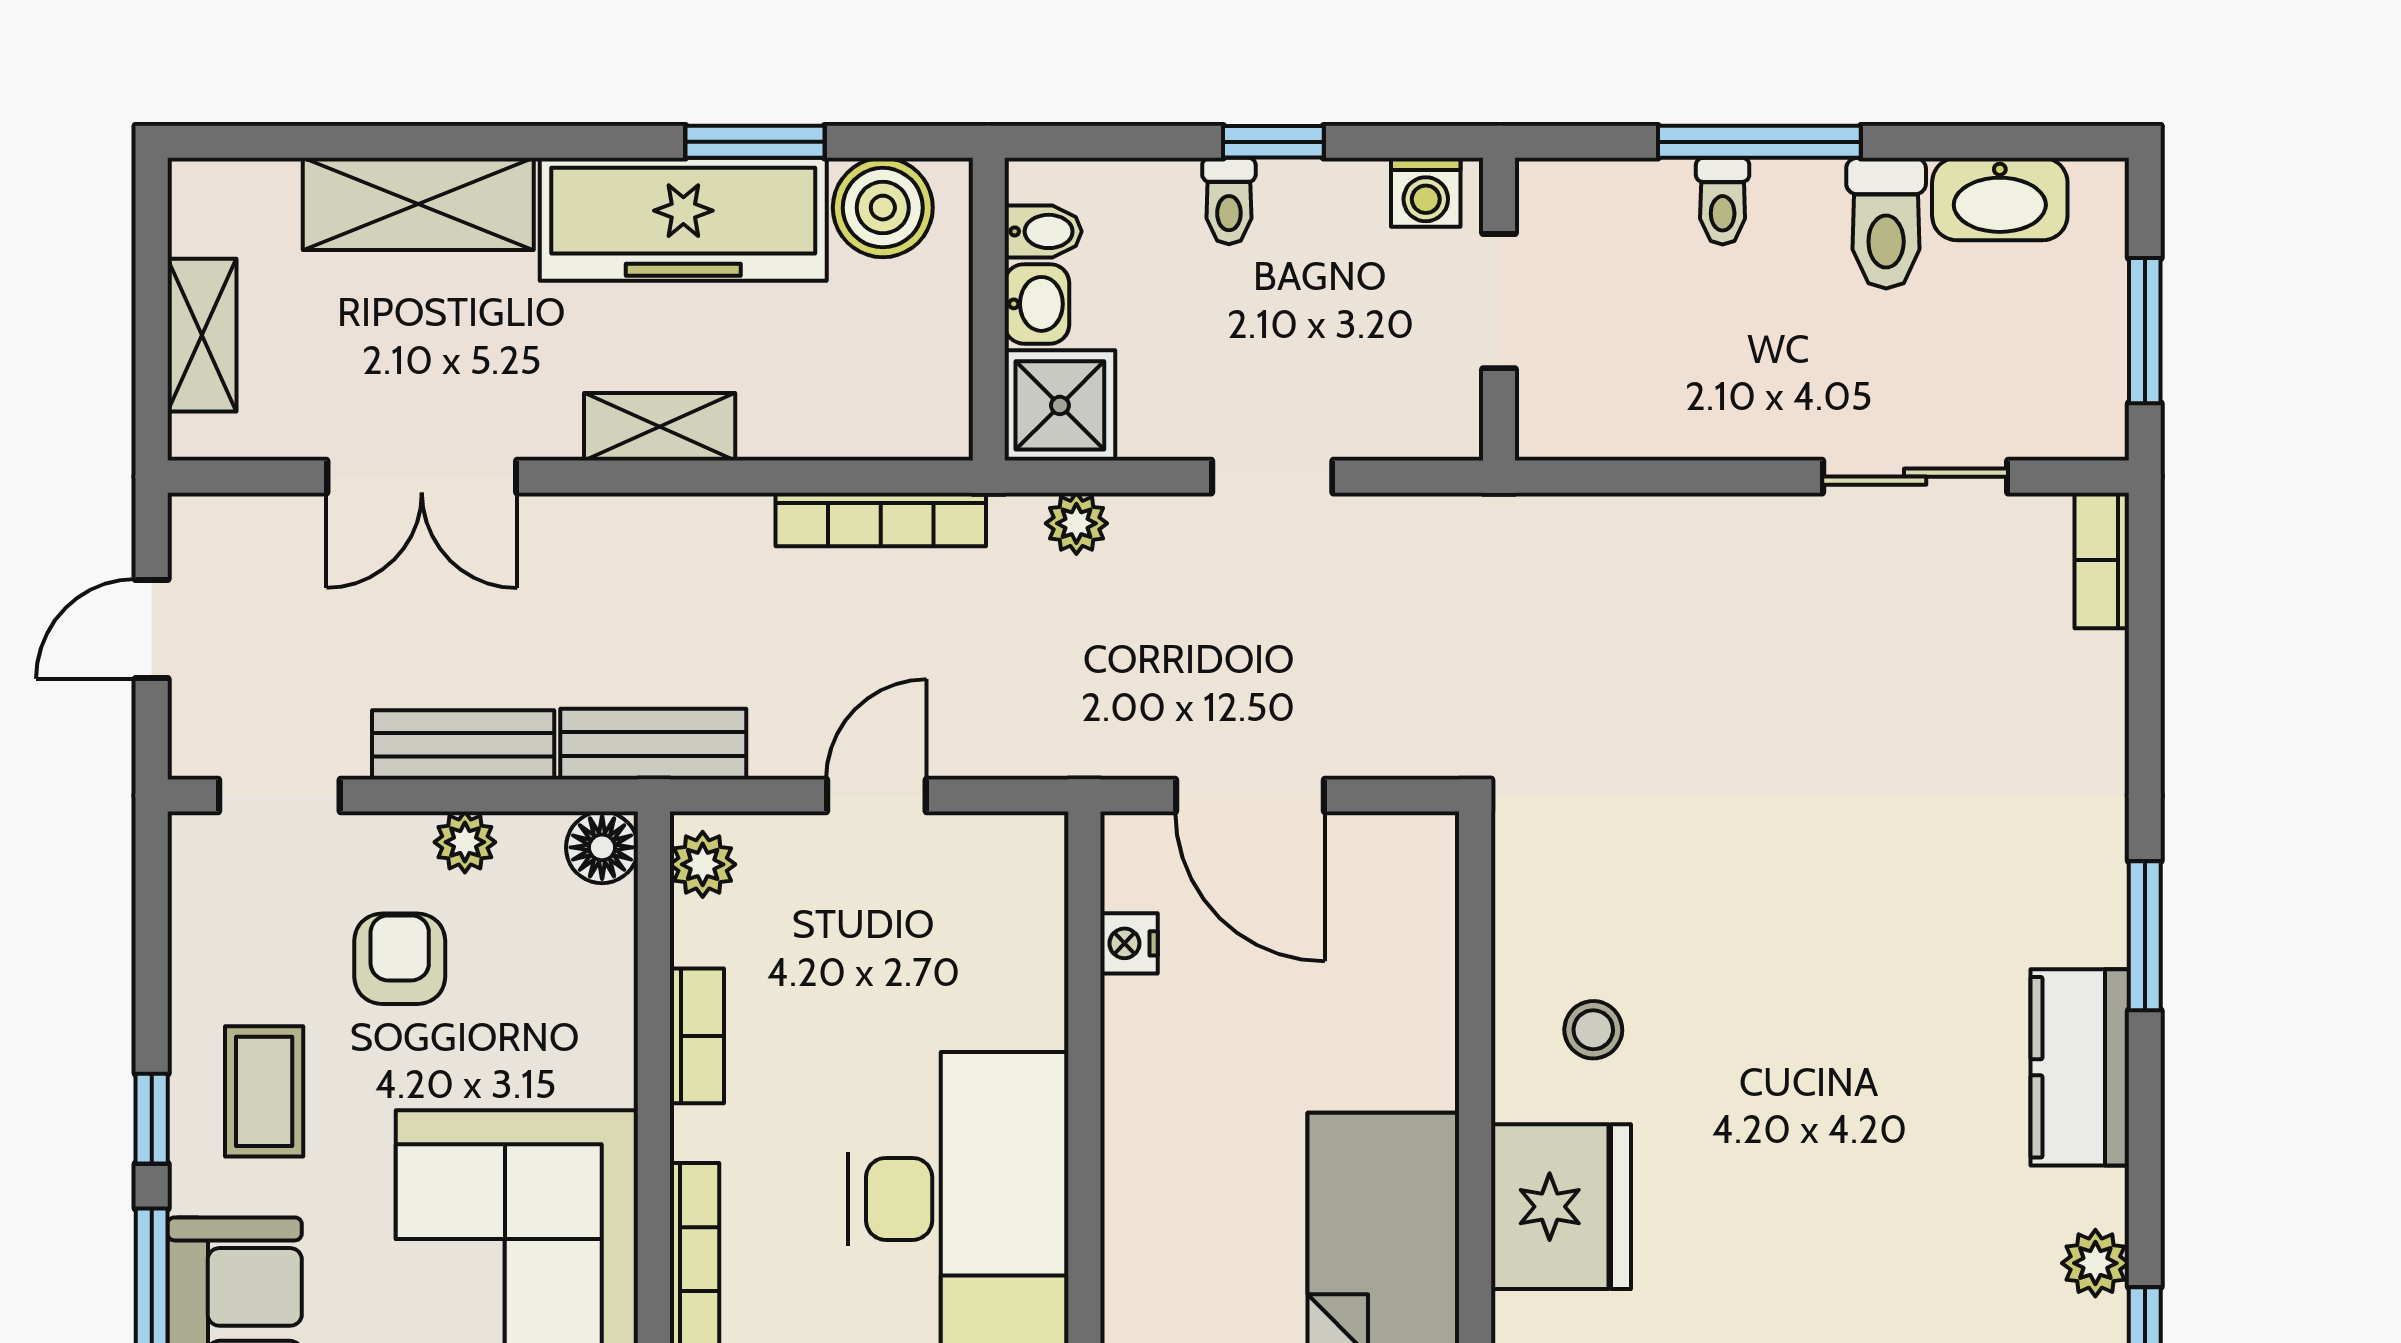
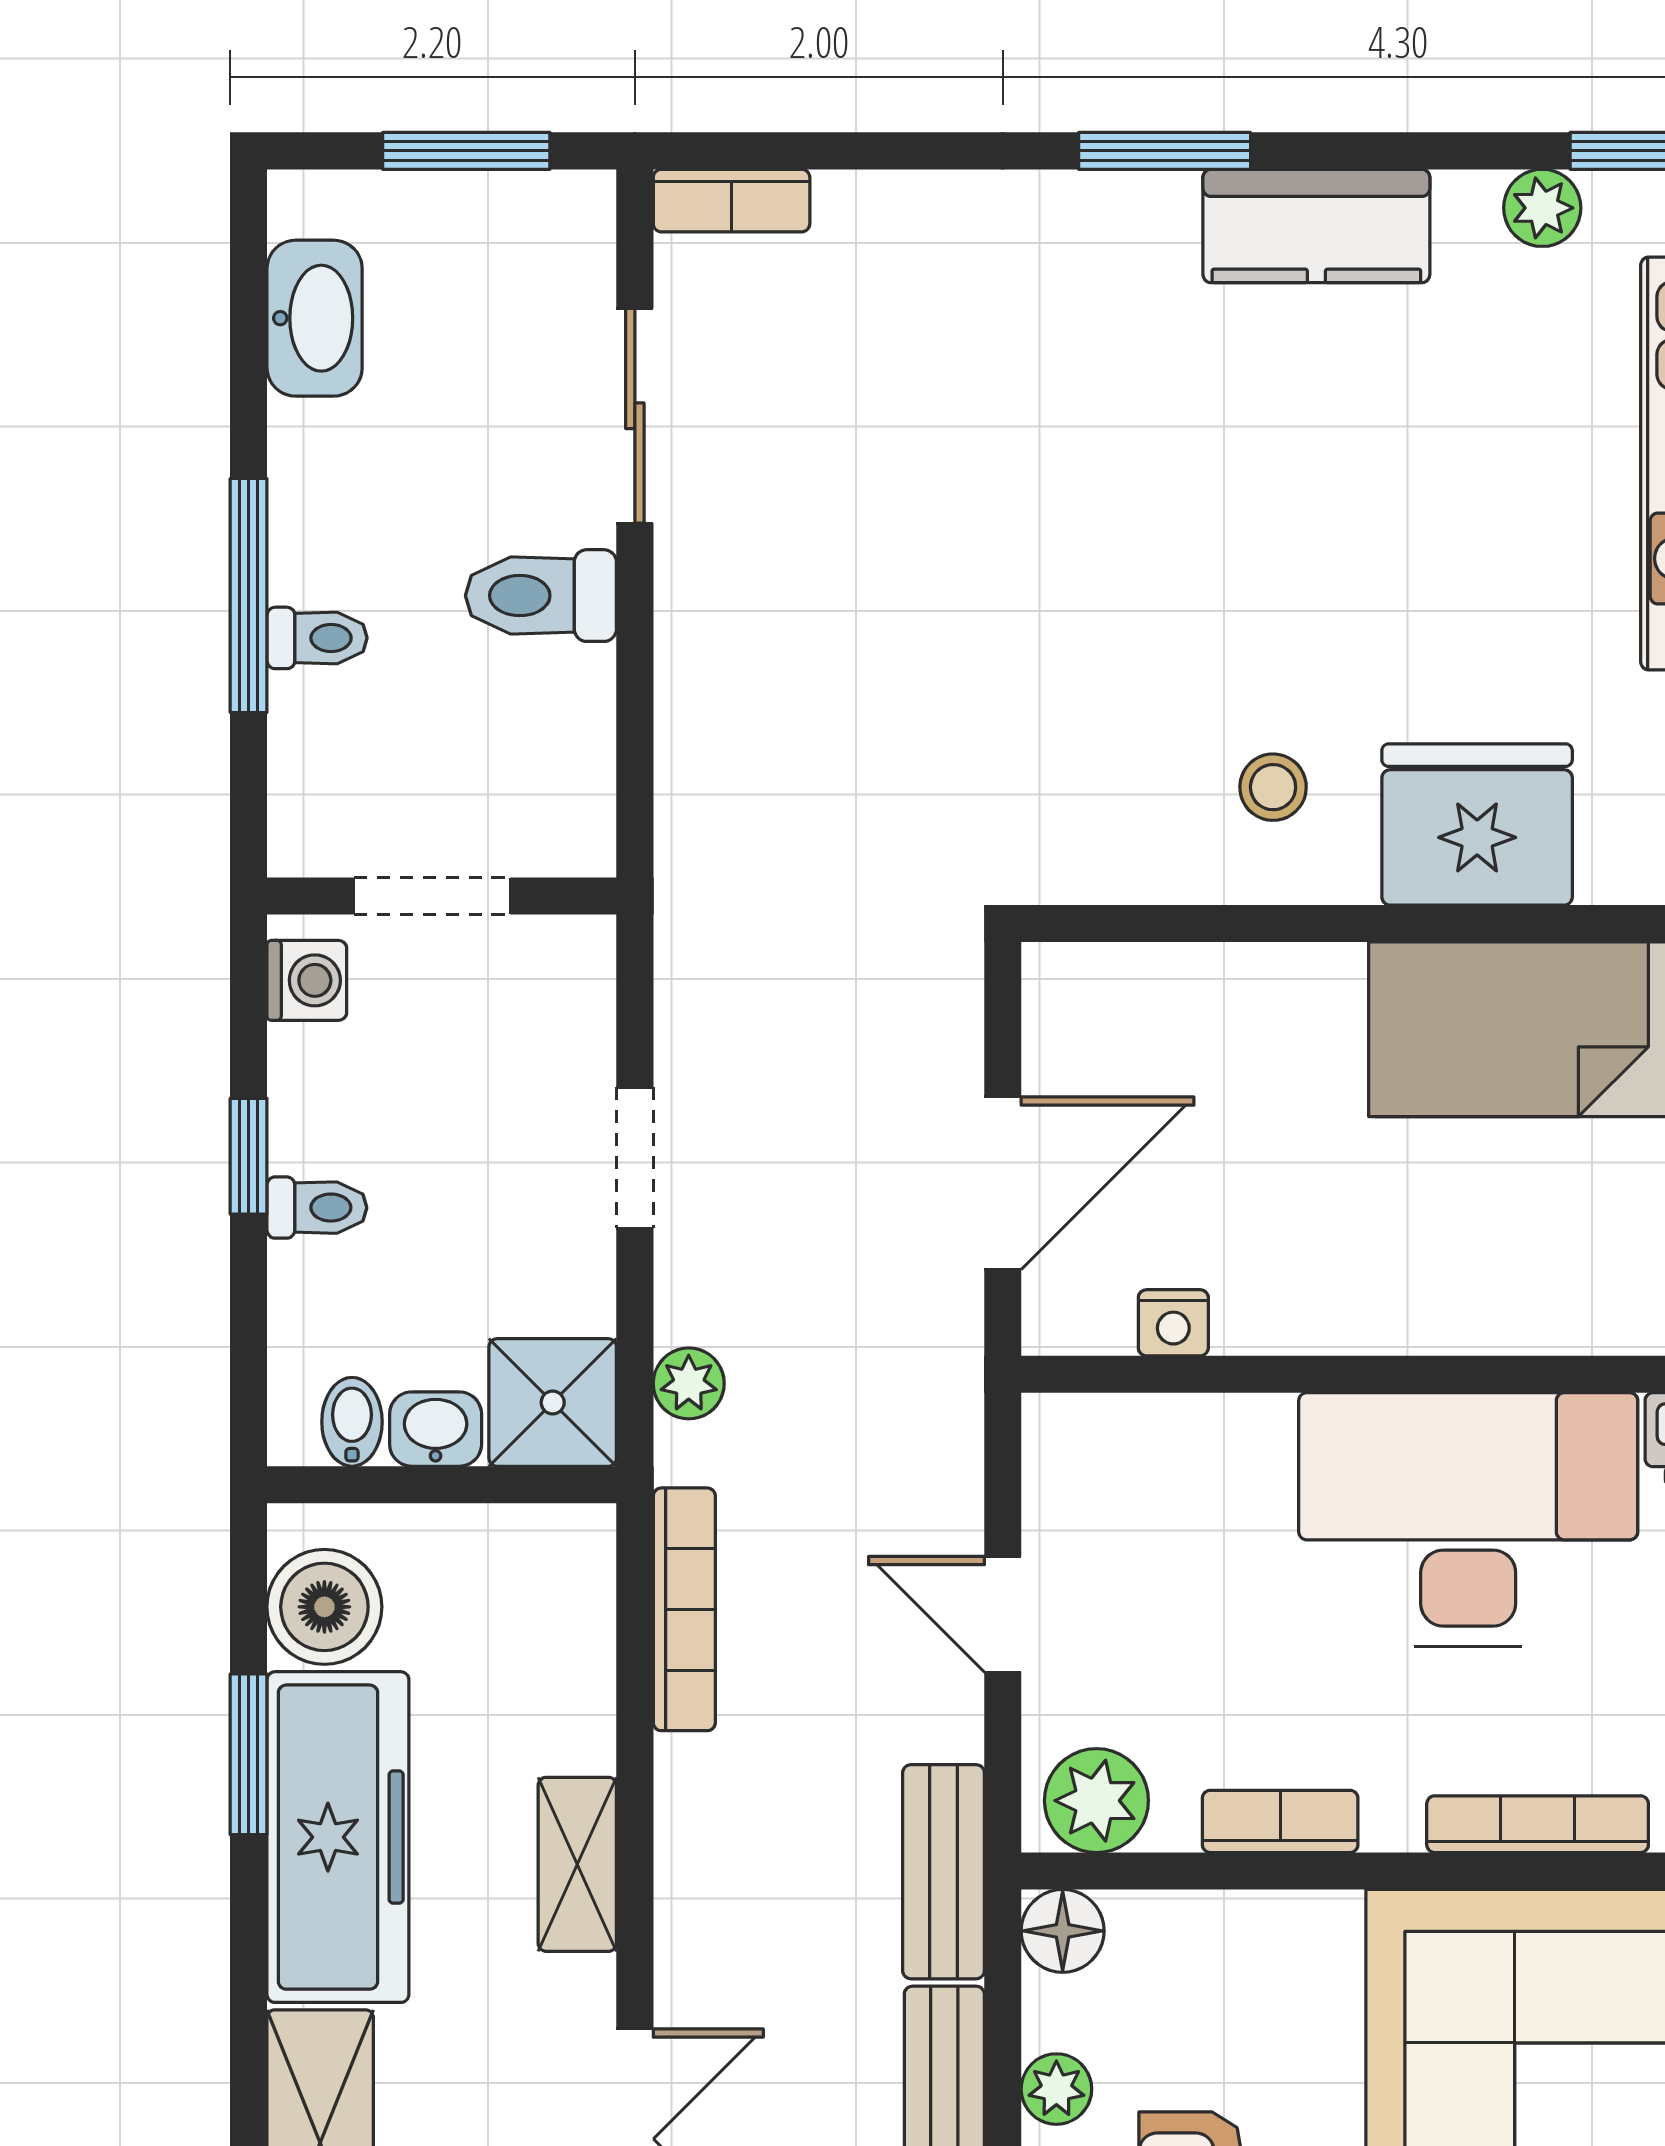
toilet: (1886, 223) -> (541, 596), moved, turned 180
plant: (703, 864) -> (1096, 1801), width x1.38, depth x1.38

